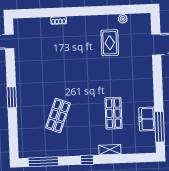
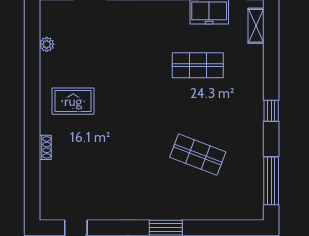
rug: (110, 43) -> (73, 101), moved
shelving: (110, 150) -> (256, 26), moved

